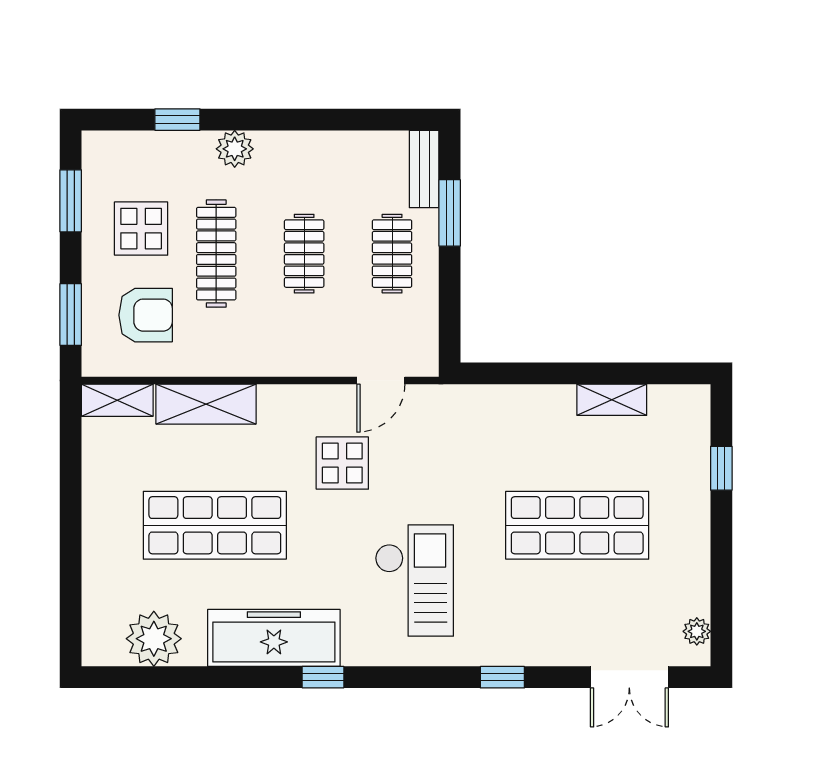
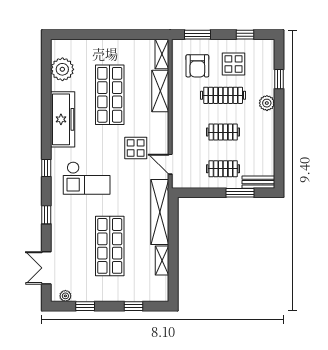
window: (71, 201) -> (245, 35), width x0.67
shelving: (496, 405) -> (160, 212), added
window: (721, 584) -> (85, 306), added
window: (323, 677) -> (46, 168), moved

